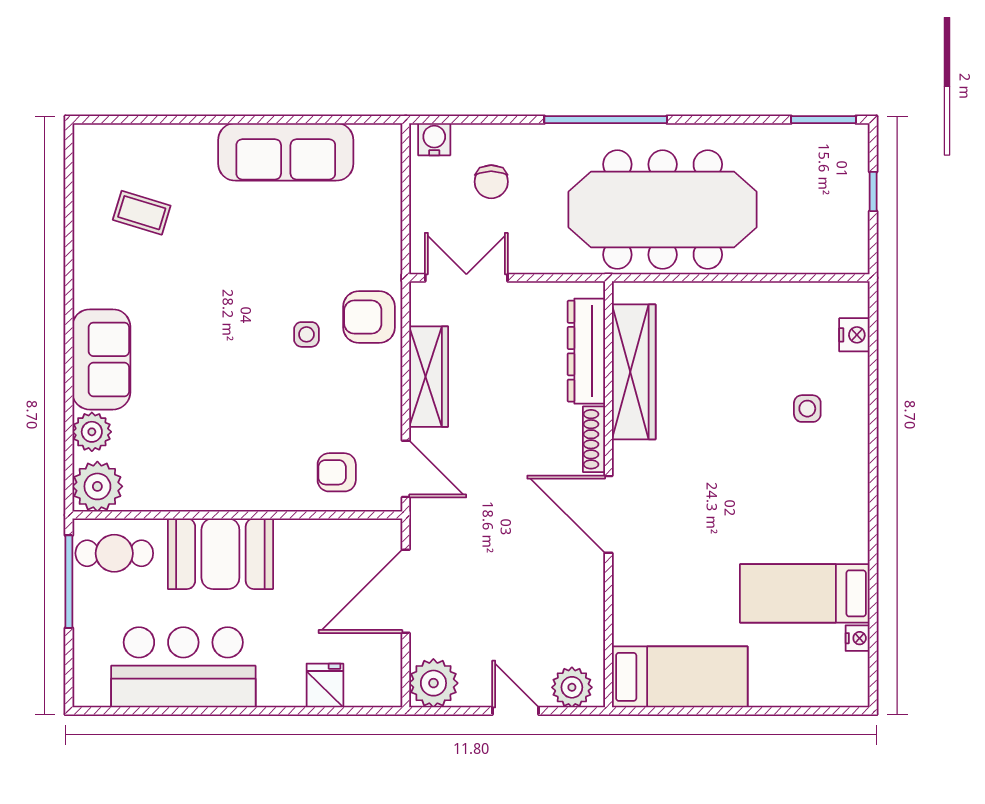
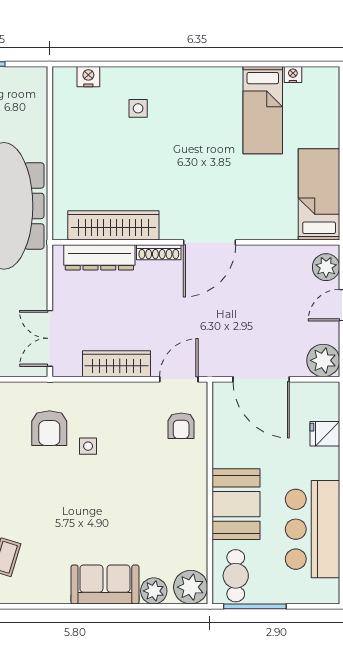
armchair: (369, 317) -> (49, 428), moved

